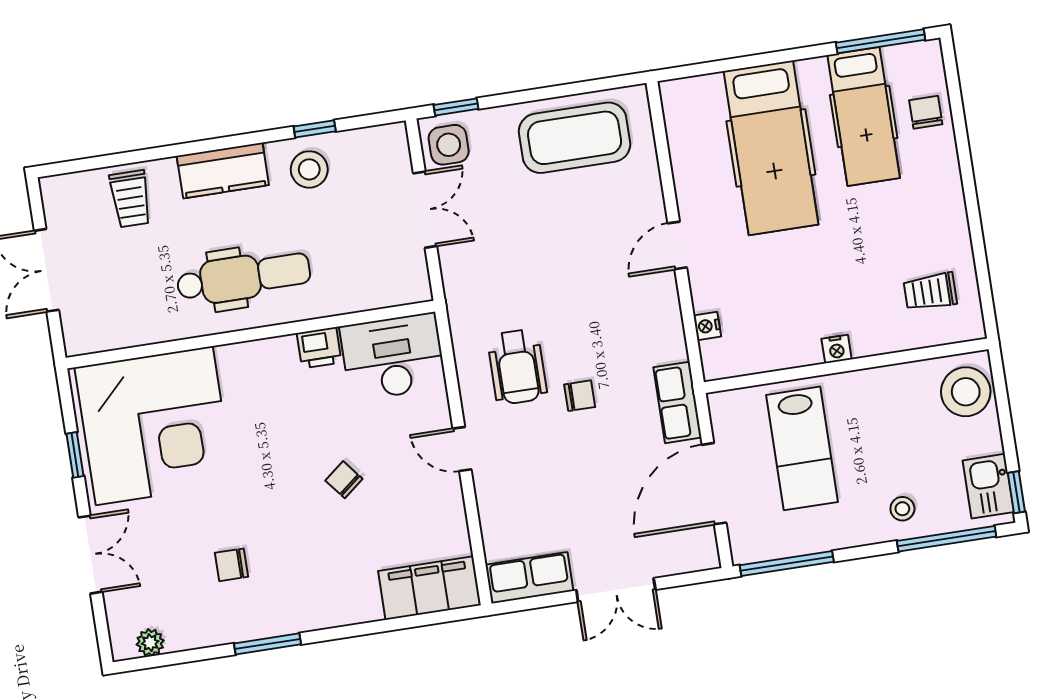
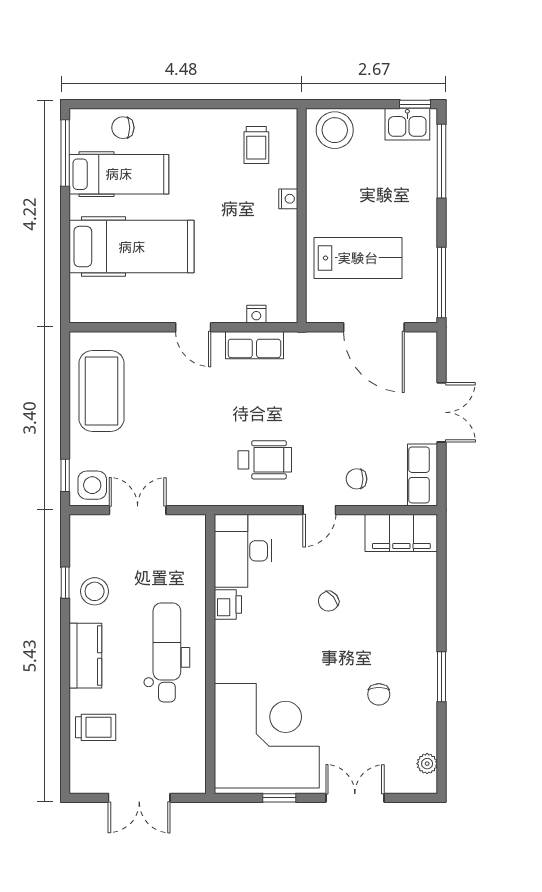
nightstand: (837, 349) -> (288, 199), moved
chair: (580, 396) -> (357, 479), moved, turned -90
row of seats: (677, 402) -> (254, 345), moved
stool: (902, 509) -> (414, 190), removed
filing cabinet: (429, 588) -> (401, 533), moved, turned -90

